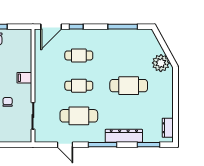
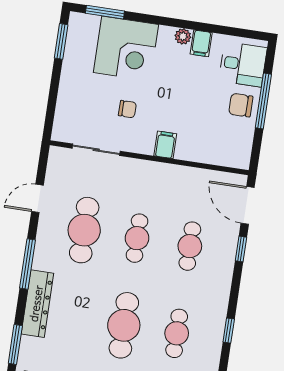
window: (123, 27) -> (229, 331), width x0.46
cafe table: (129, 55) -> (177, 333), added

